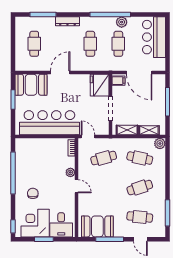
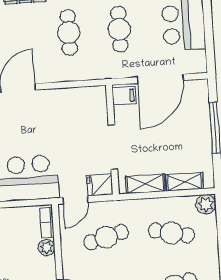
door: (139, 73) -> (160, 79), hinge flipped
fridge: (100, 85) -> (100, 185), moved, width x0.53, depth x0.75
door: (88, 136) -> (75, 200), swing flipped
plant: (70, 172) -> (46, 247), moved

